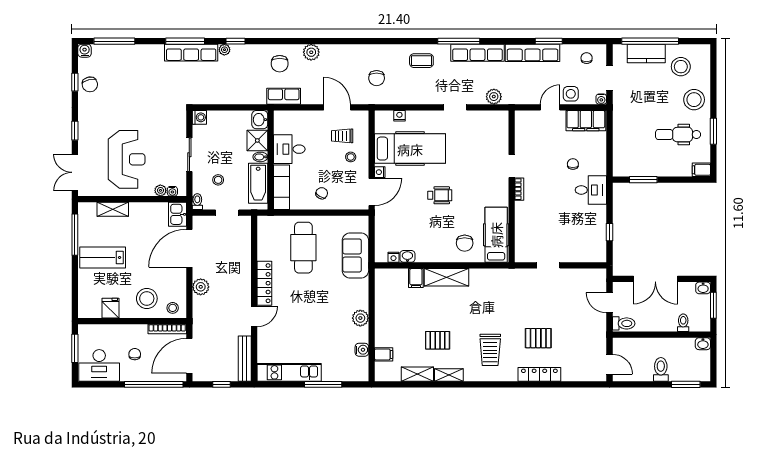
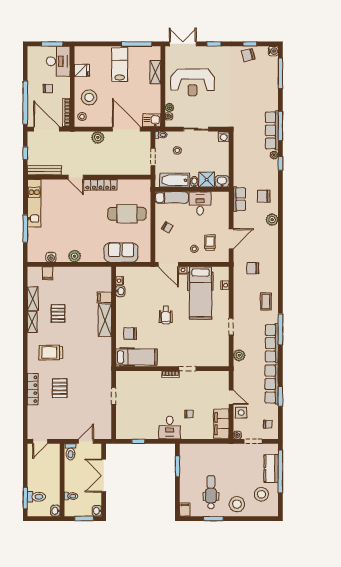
desk: (99, 365) -> (58, 61), moved, turned 180
toilet: (661, 369) -> (36, 497), moved

